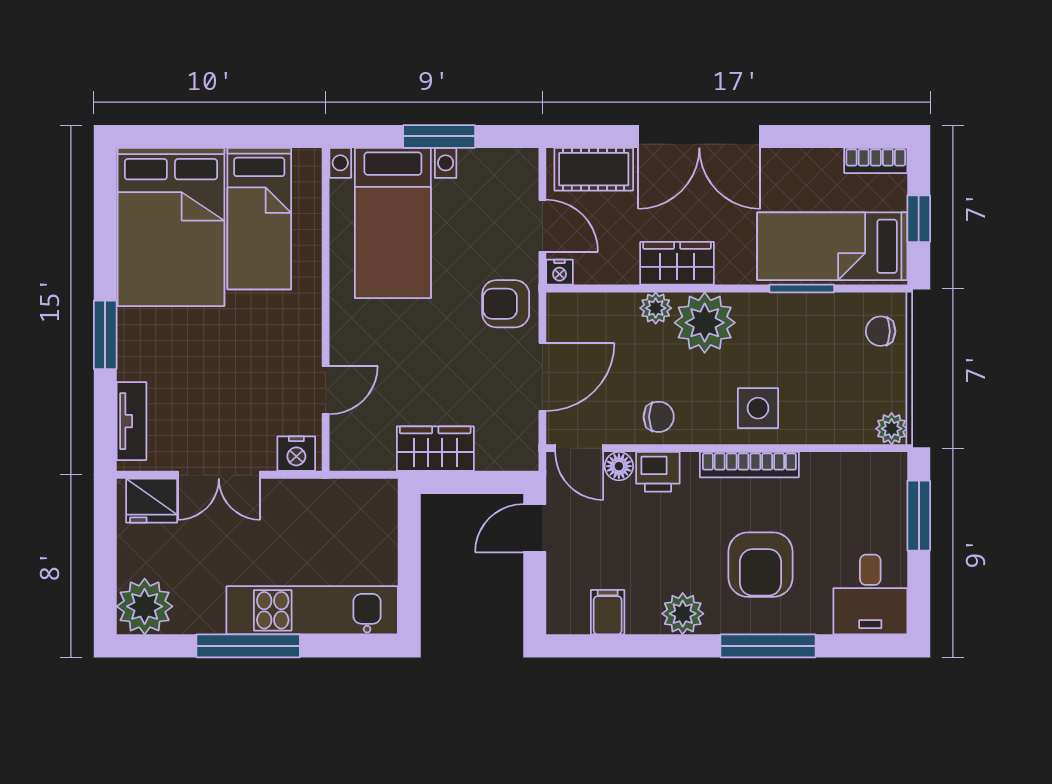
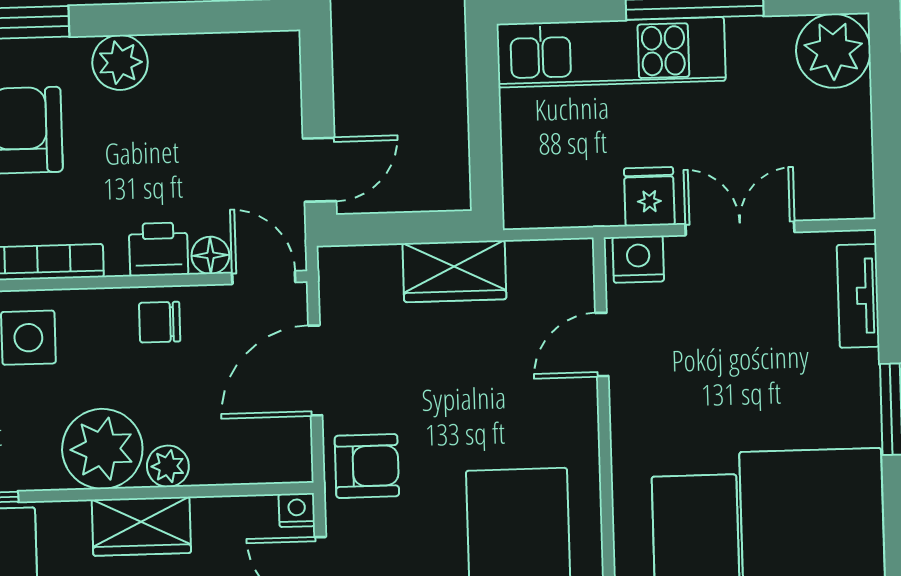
fridge: (152, 501) -> (649, 197), moved, width x0.72
filing cabinet: (608, 612) -> (220, 61), removed

